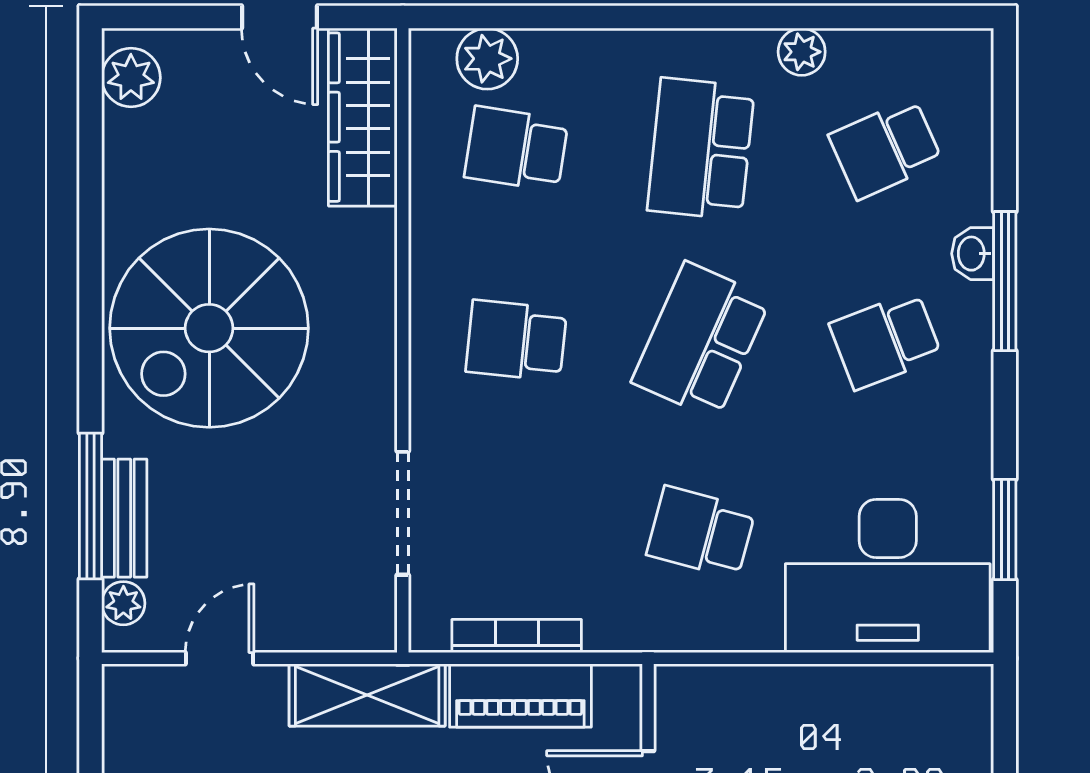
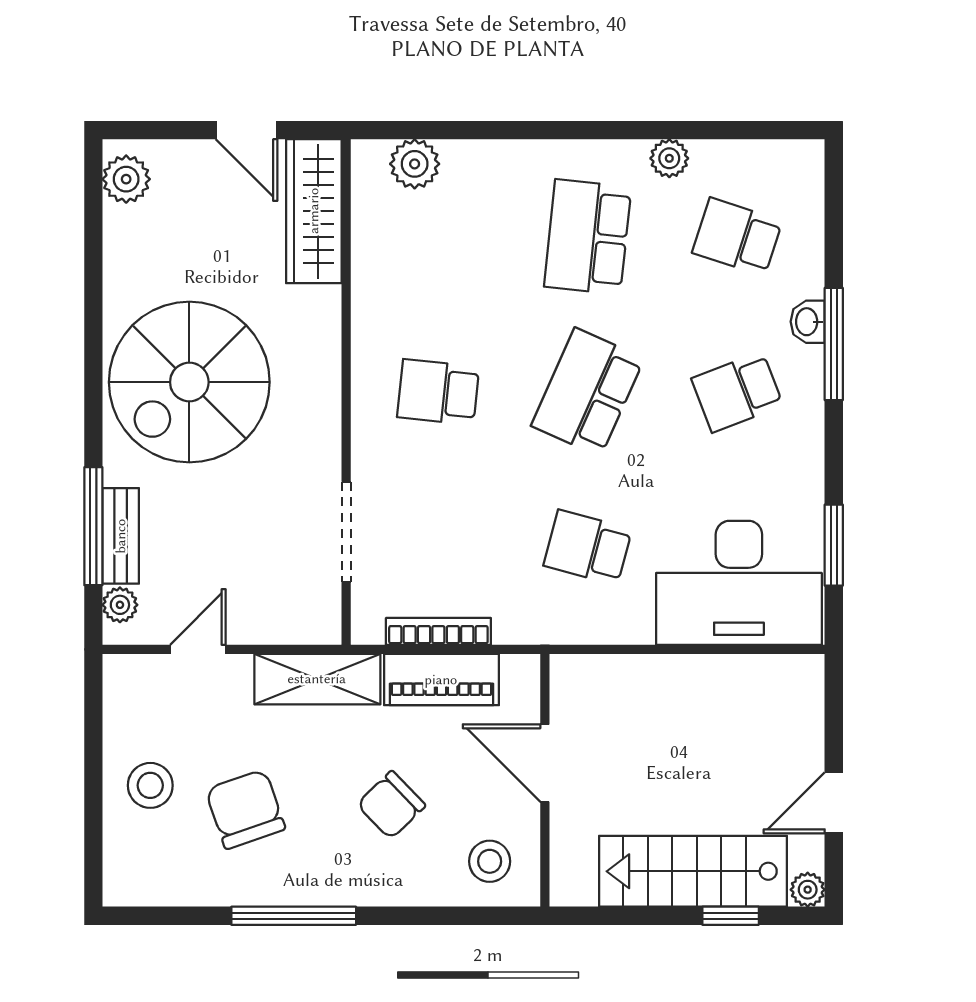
school desk: (516, 149) -> (438, 237), removed
school desk: (886, 149) -> (737, 237), turned 42

